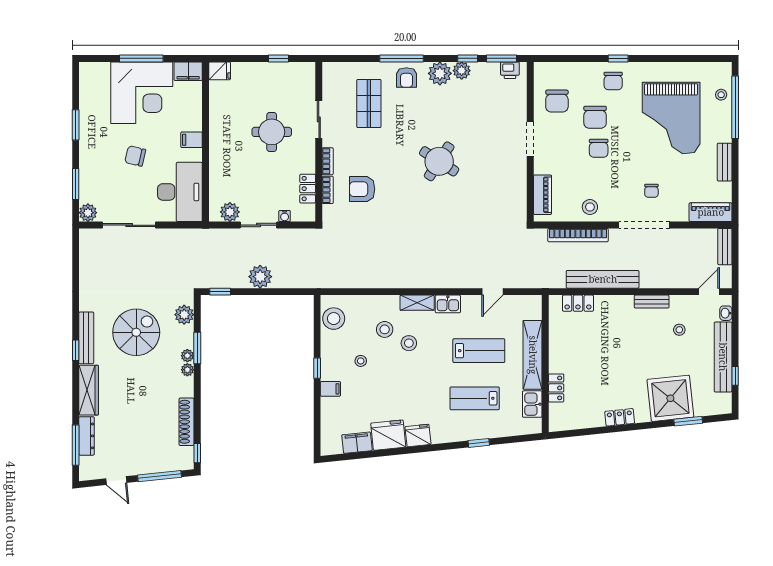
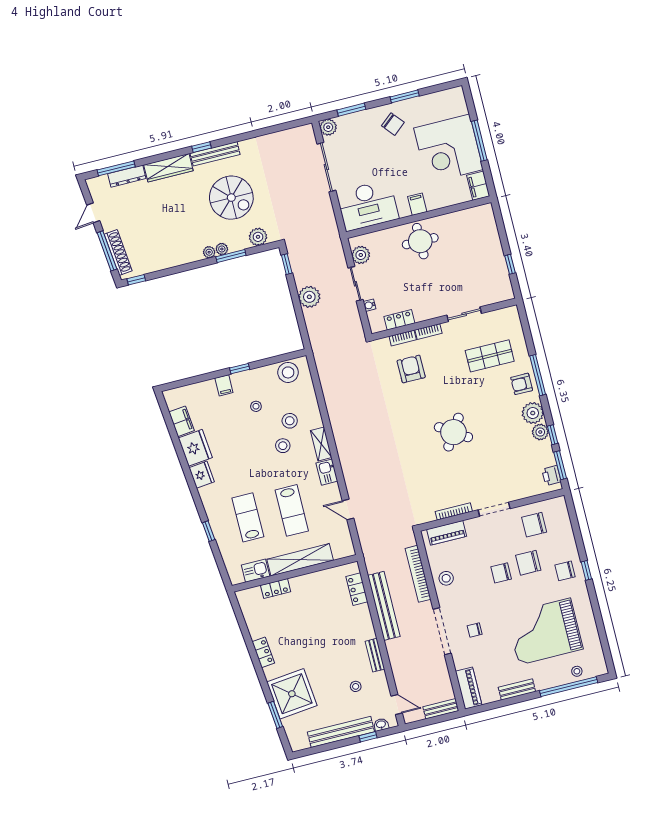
fridge: (220, 71) -> (486, 214), removed
round table: (272, 132) -> (420, 241), moved
chair: (135, 156) -> (393, 124), moved, turned 127
bookcase: (522, 182) -> (454, 511), added
window: (735, 376) -> (368, 737), moved
shoe rack: (187, 422) -> (118, 252), moved, turned 84

